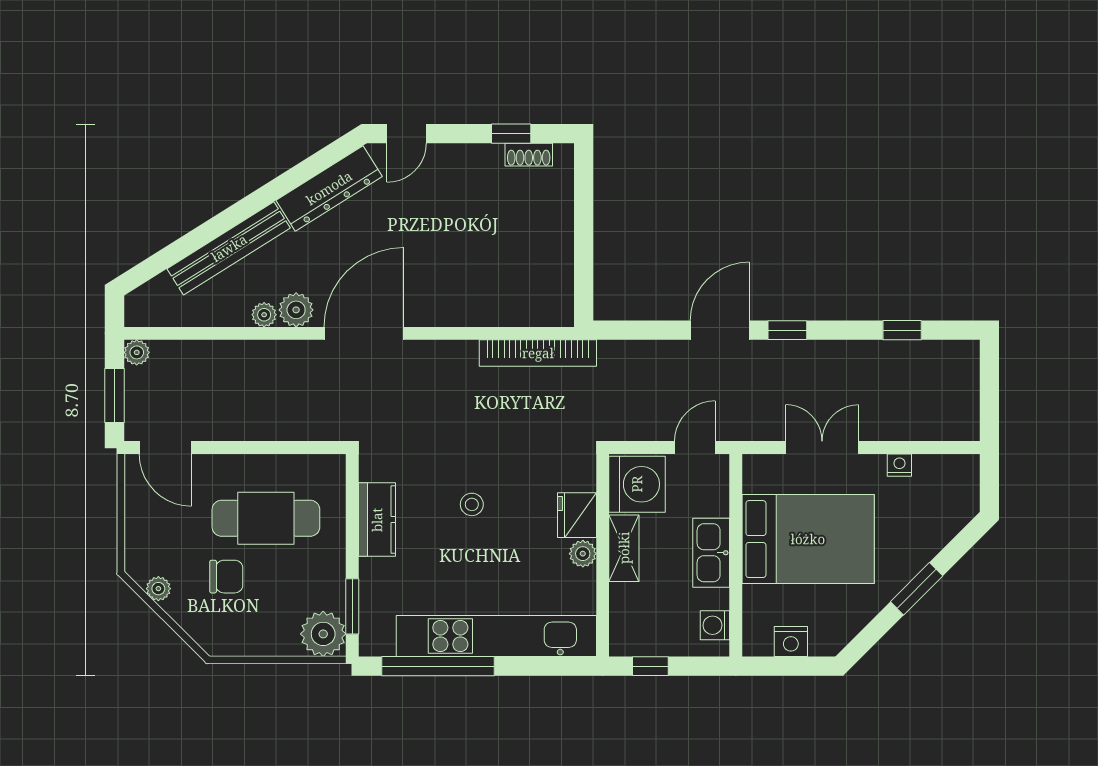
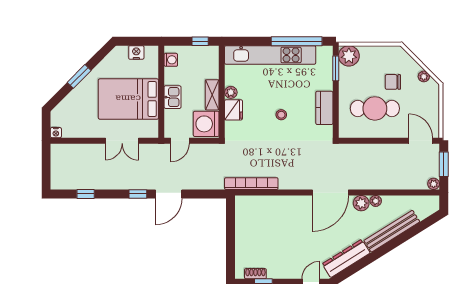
nightstand: (899, 465) -> (56, 133), moved
kitchen sink: (711, 553) -> (173, 97), width x0.73

